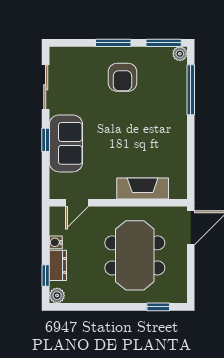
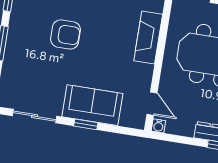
armchair: (123, 77) -> (66, 34), moved
water cooler: (56, 242) -> (158, 126), moved

